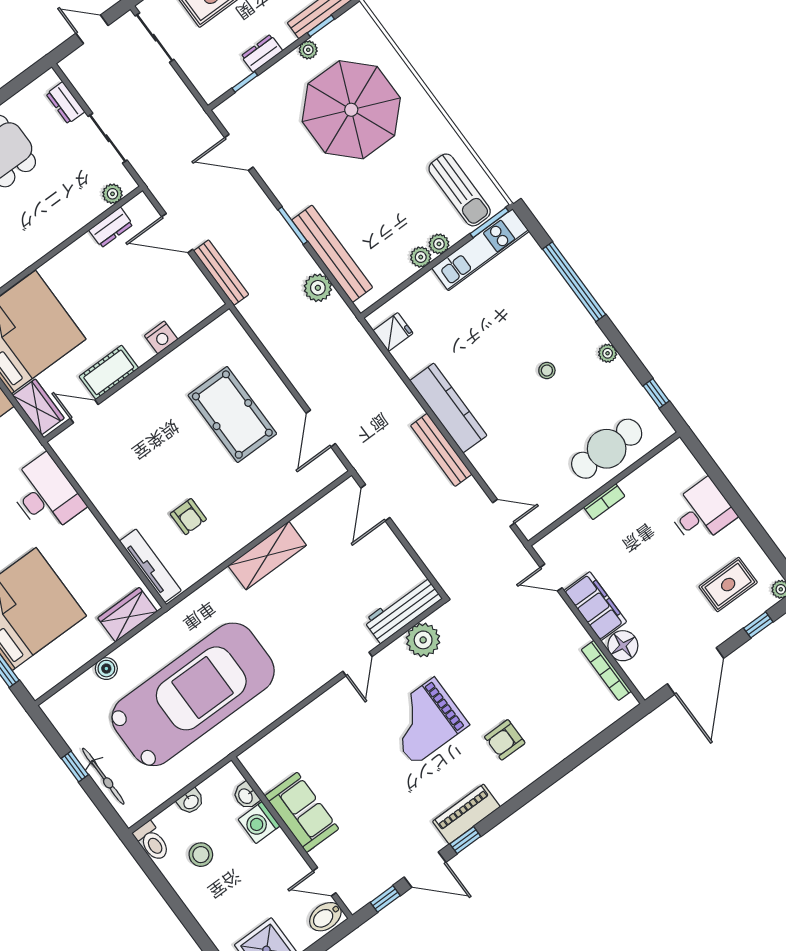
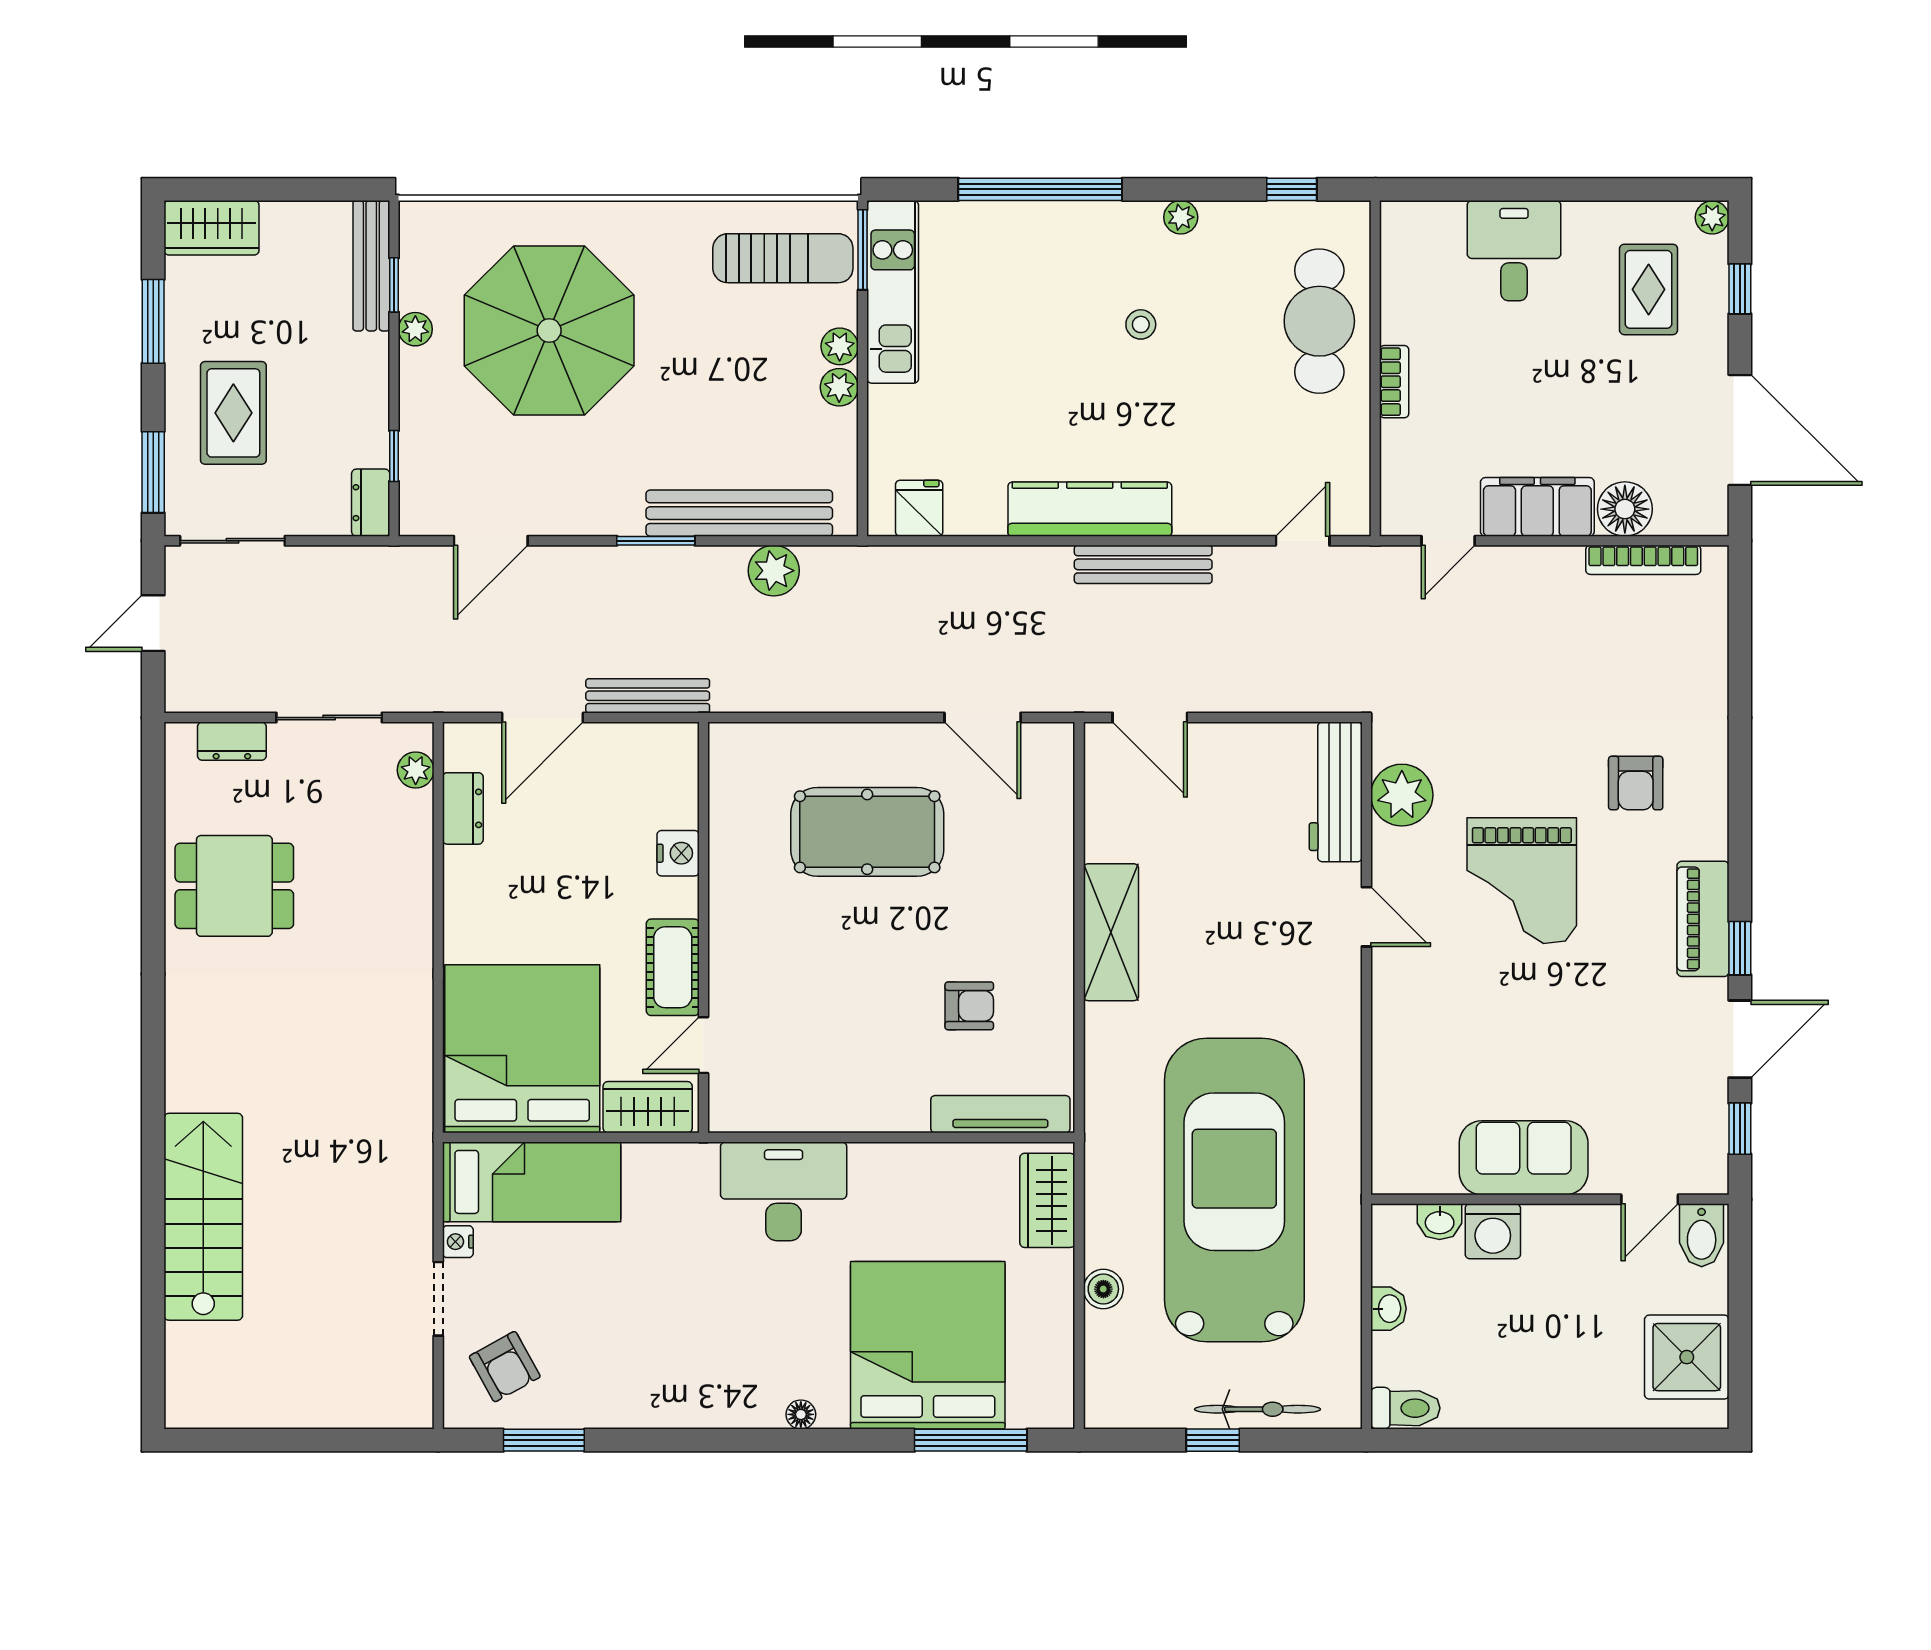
dresser: (262, 53) -> (371, 503), moved
stool: (201, 855) -> (1477, 1351), removed

